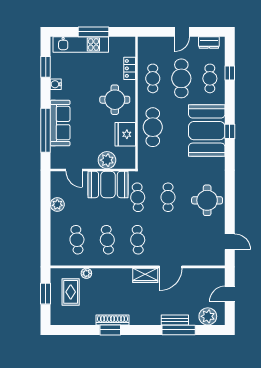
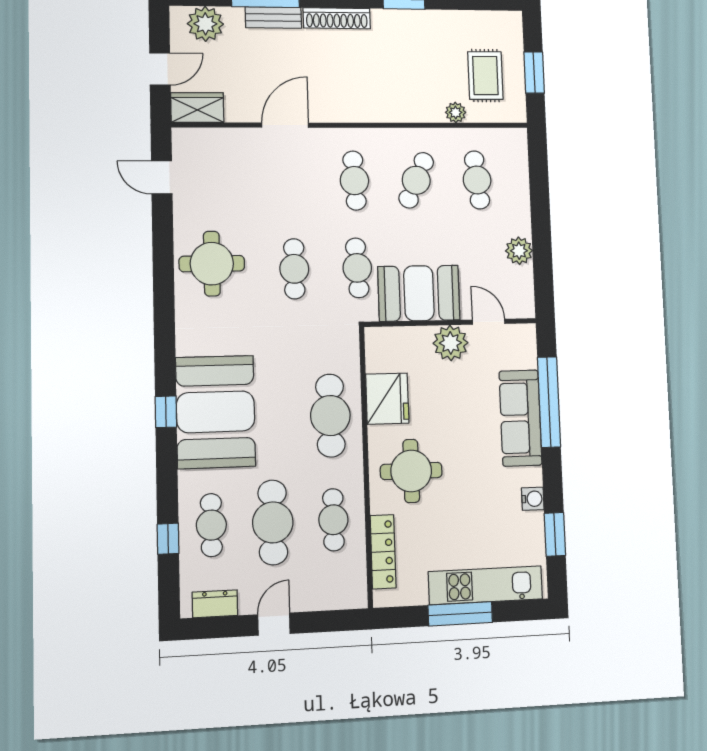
locker: (130, 68) -> (383, 552), width x1.53
plant: (107, 160) -> (450, 343), moved
cafe table: (107, 240) -> (416, 180), turned 30
wardrobe: (145, 275) -> (197, 108), moved
shoe rack: (113, 320) -> (337, 18), moved

